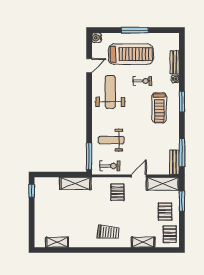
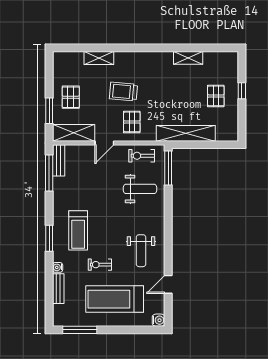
window: (135, 30) -> (80, 330), moved
weight bench: (110, 92) -> (141, 251), width x0.73, depth x0.75
treadmill: (159, 108) -> (78, 230), turned 180
shelving: (75, 183) -> (186, 133), width x1.47
window: (32, 191) -> (242, 91), moved
trolley: (108, 232) -> (123, 92), moved
pallet: (170, 234) -> (216, 96), moved
shelving: (57, 242) -> (188, 58), moved

